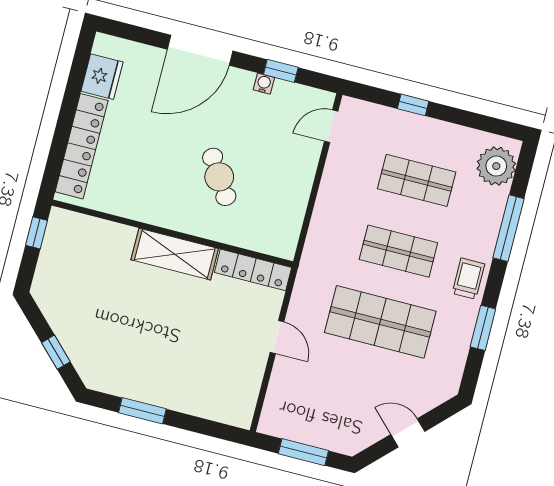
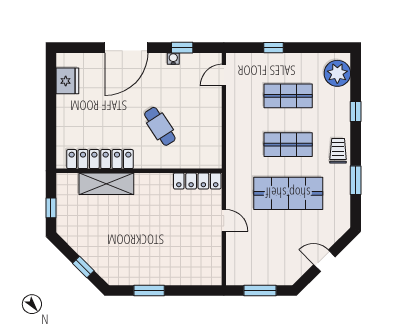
locker: (82, 146) -> (100, 159), moved, turned -90
window: (509, 228) -> (356, 112), width x0.46
window: (37, 233) -> (51, 208), moved
shelving: (175, 254) -> (106, 184), moved

